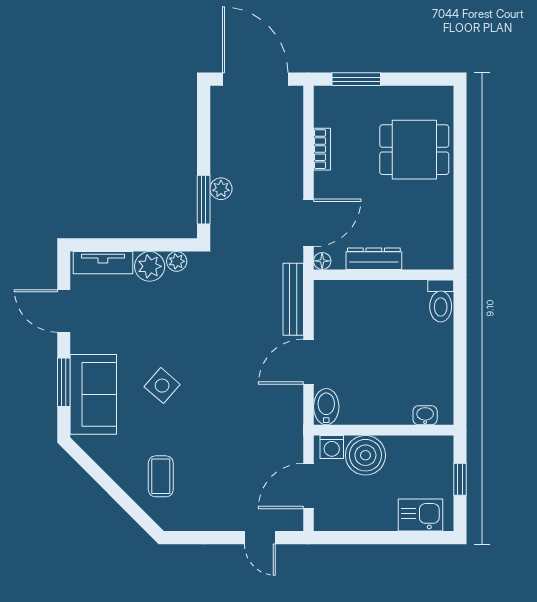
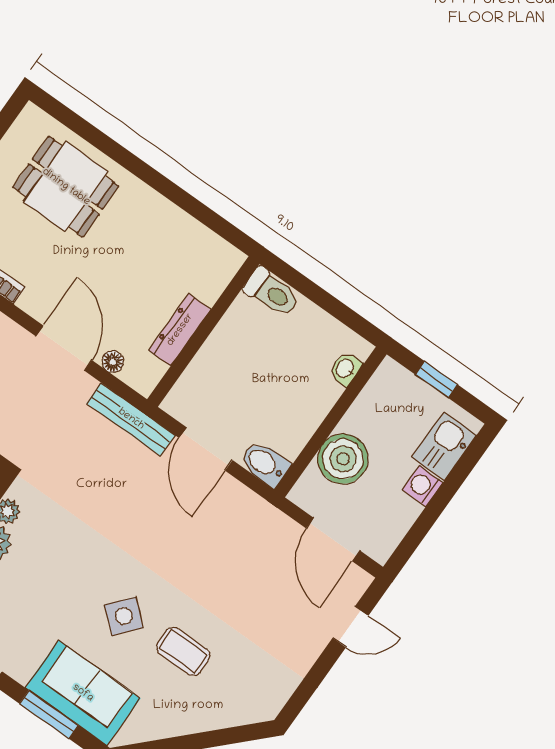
dining table: (414, 150) -> (66, 187), turned 90
dresser: (374, 259) -> (180, 330), moved
wall: (384, 275) -> (203, 332), moved
toilet: (441, 301) -> (272, 292), moved
washing machine: (332, 447) -> (423, 486), moved, turned 180
coffee table: (161, 476) -> (183, 651), moved

